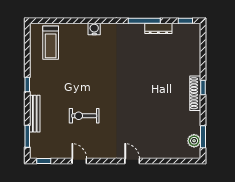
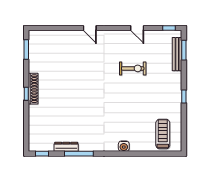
bench: (35, 114) -> (177, 54), moved
plant: (194, 141) -> (34, 46), removed

